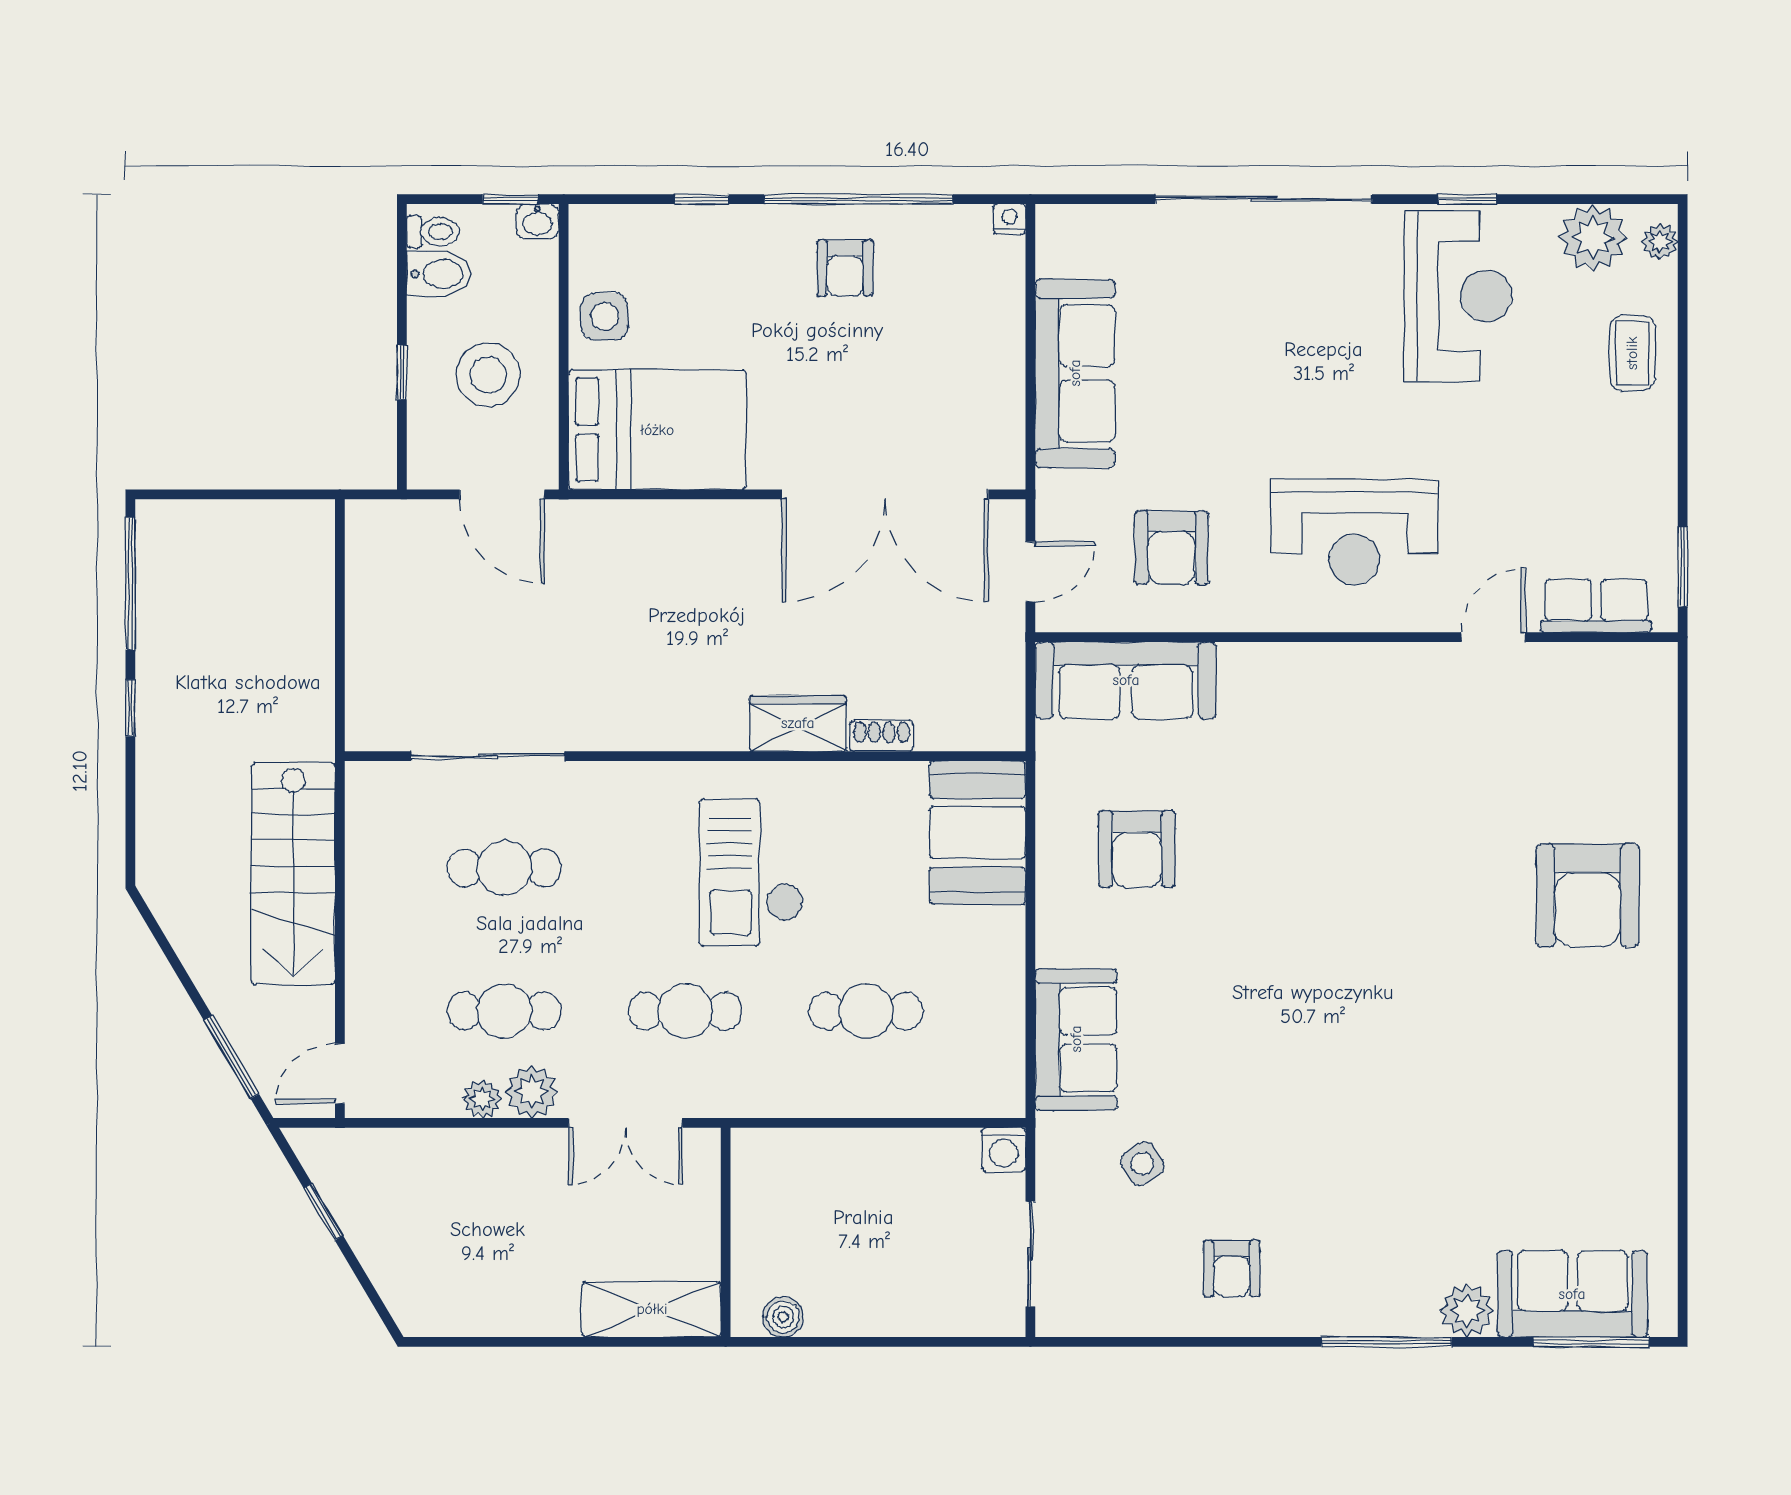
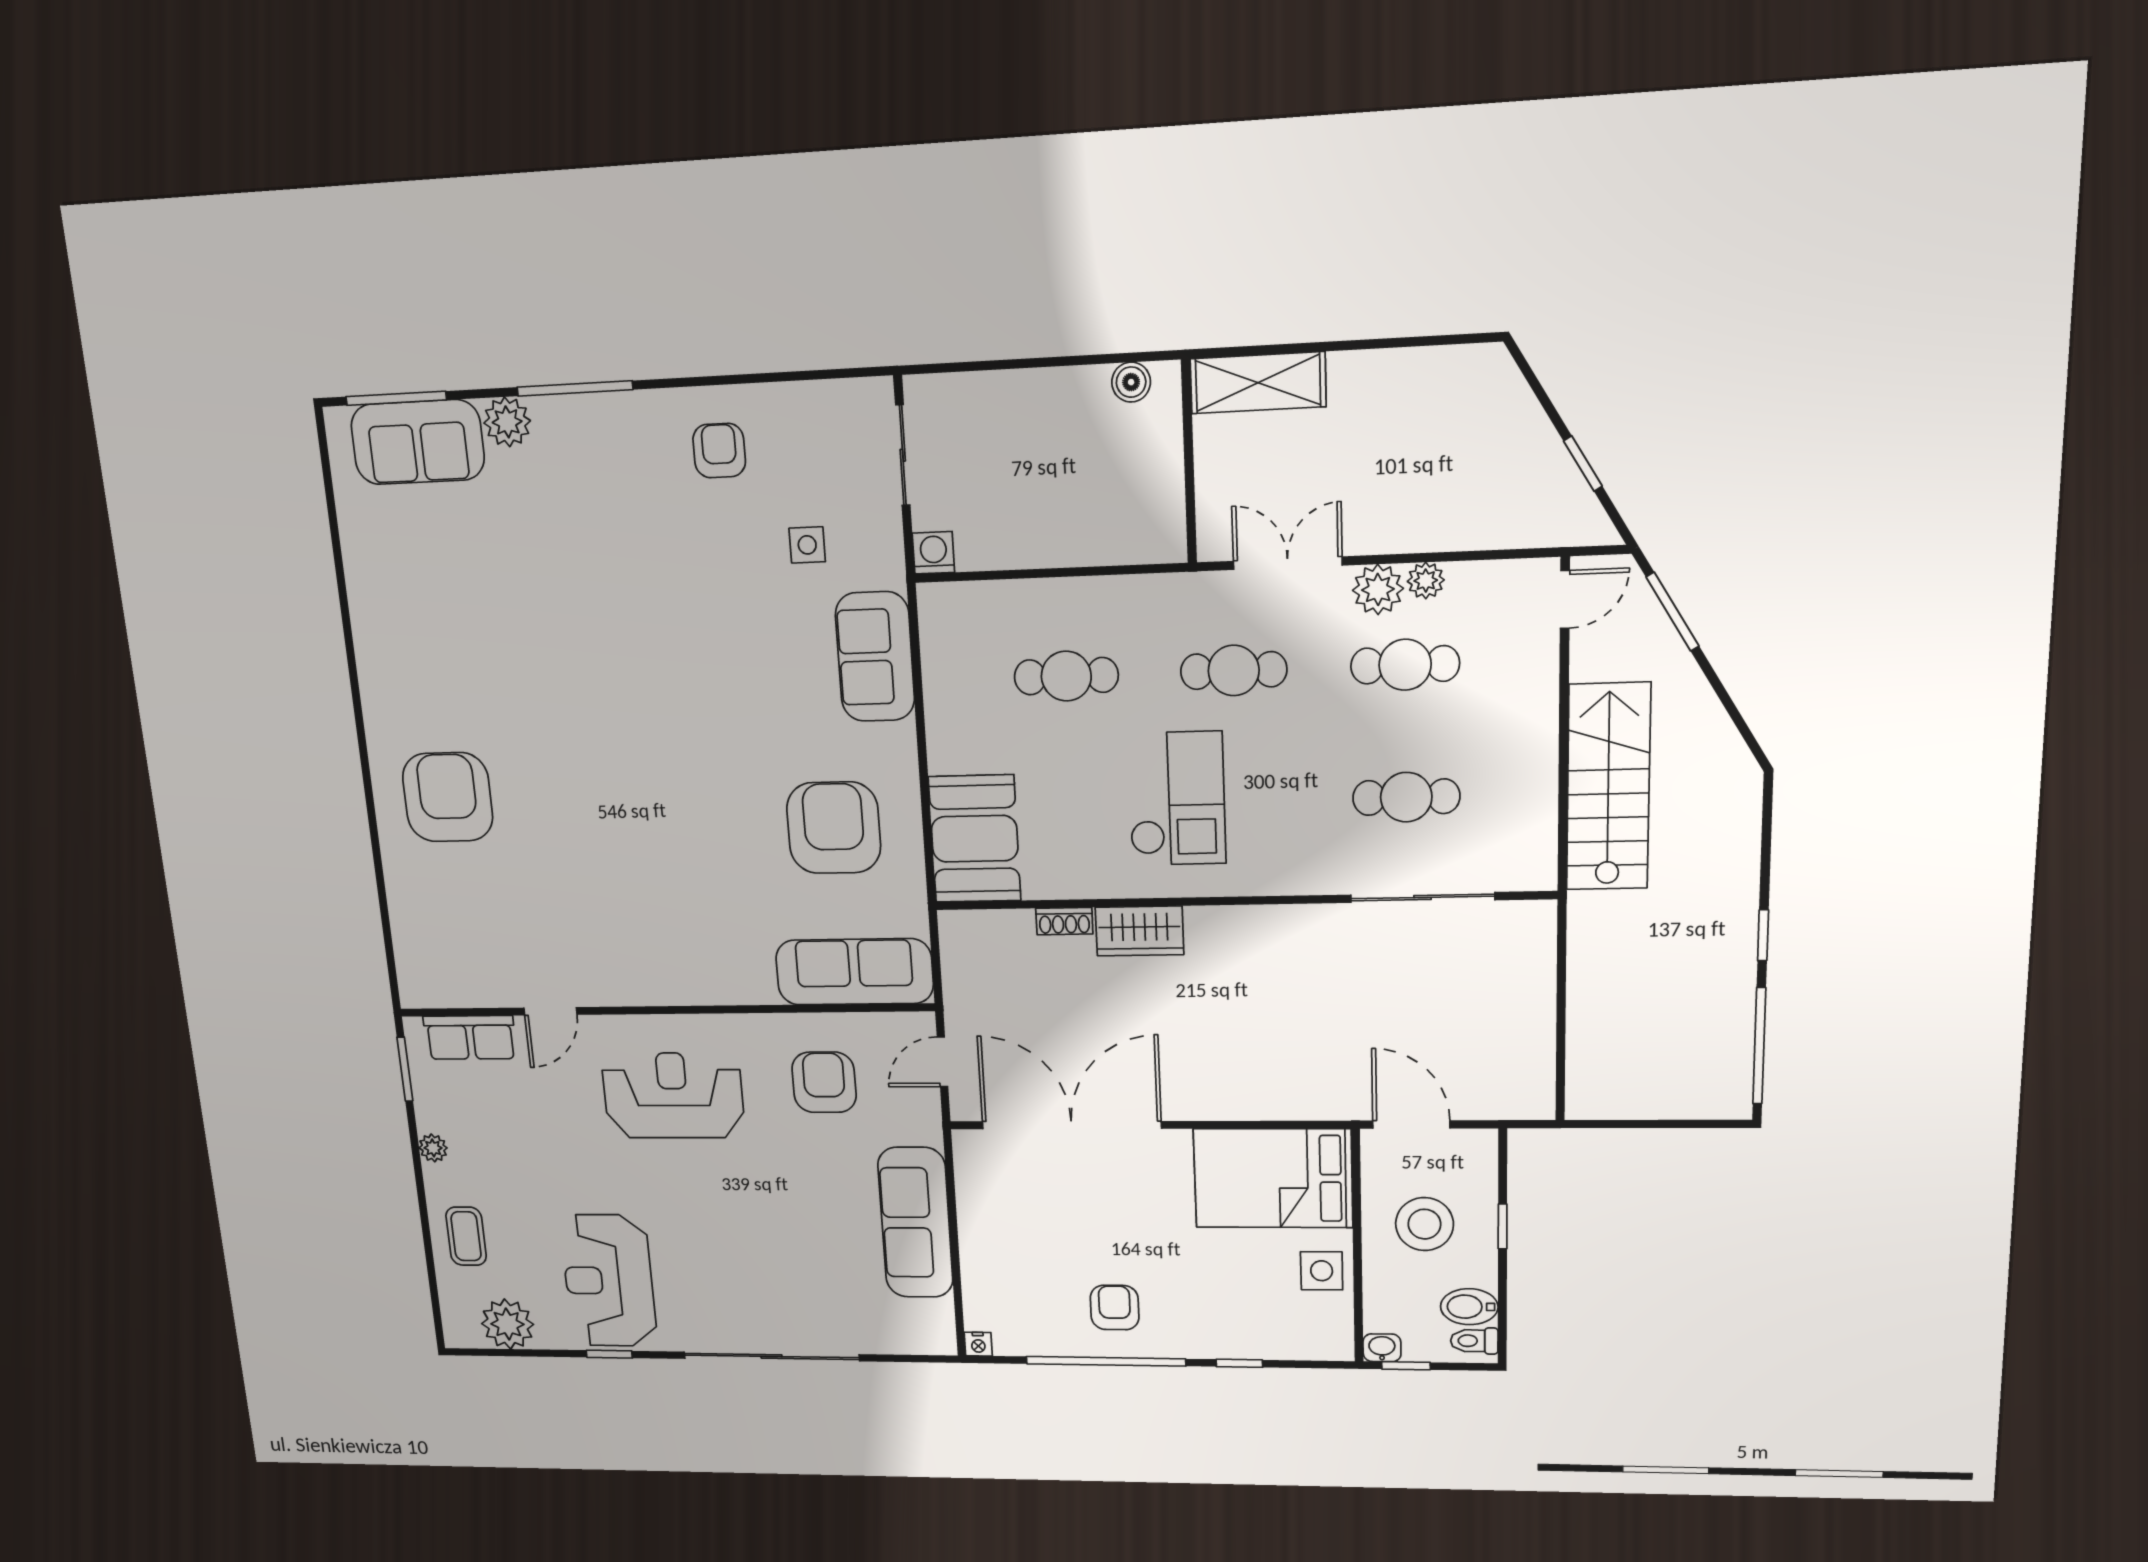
plant: (1660, 242) -> (433, 1148), moved
armchair: (1137, 849) -> (834, 828), width x1.36, depth x1.36
side table: (1142, 1164) -> (807, 545), turned 35

